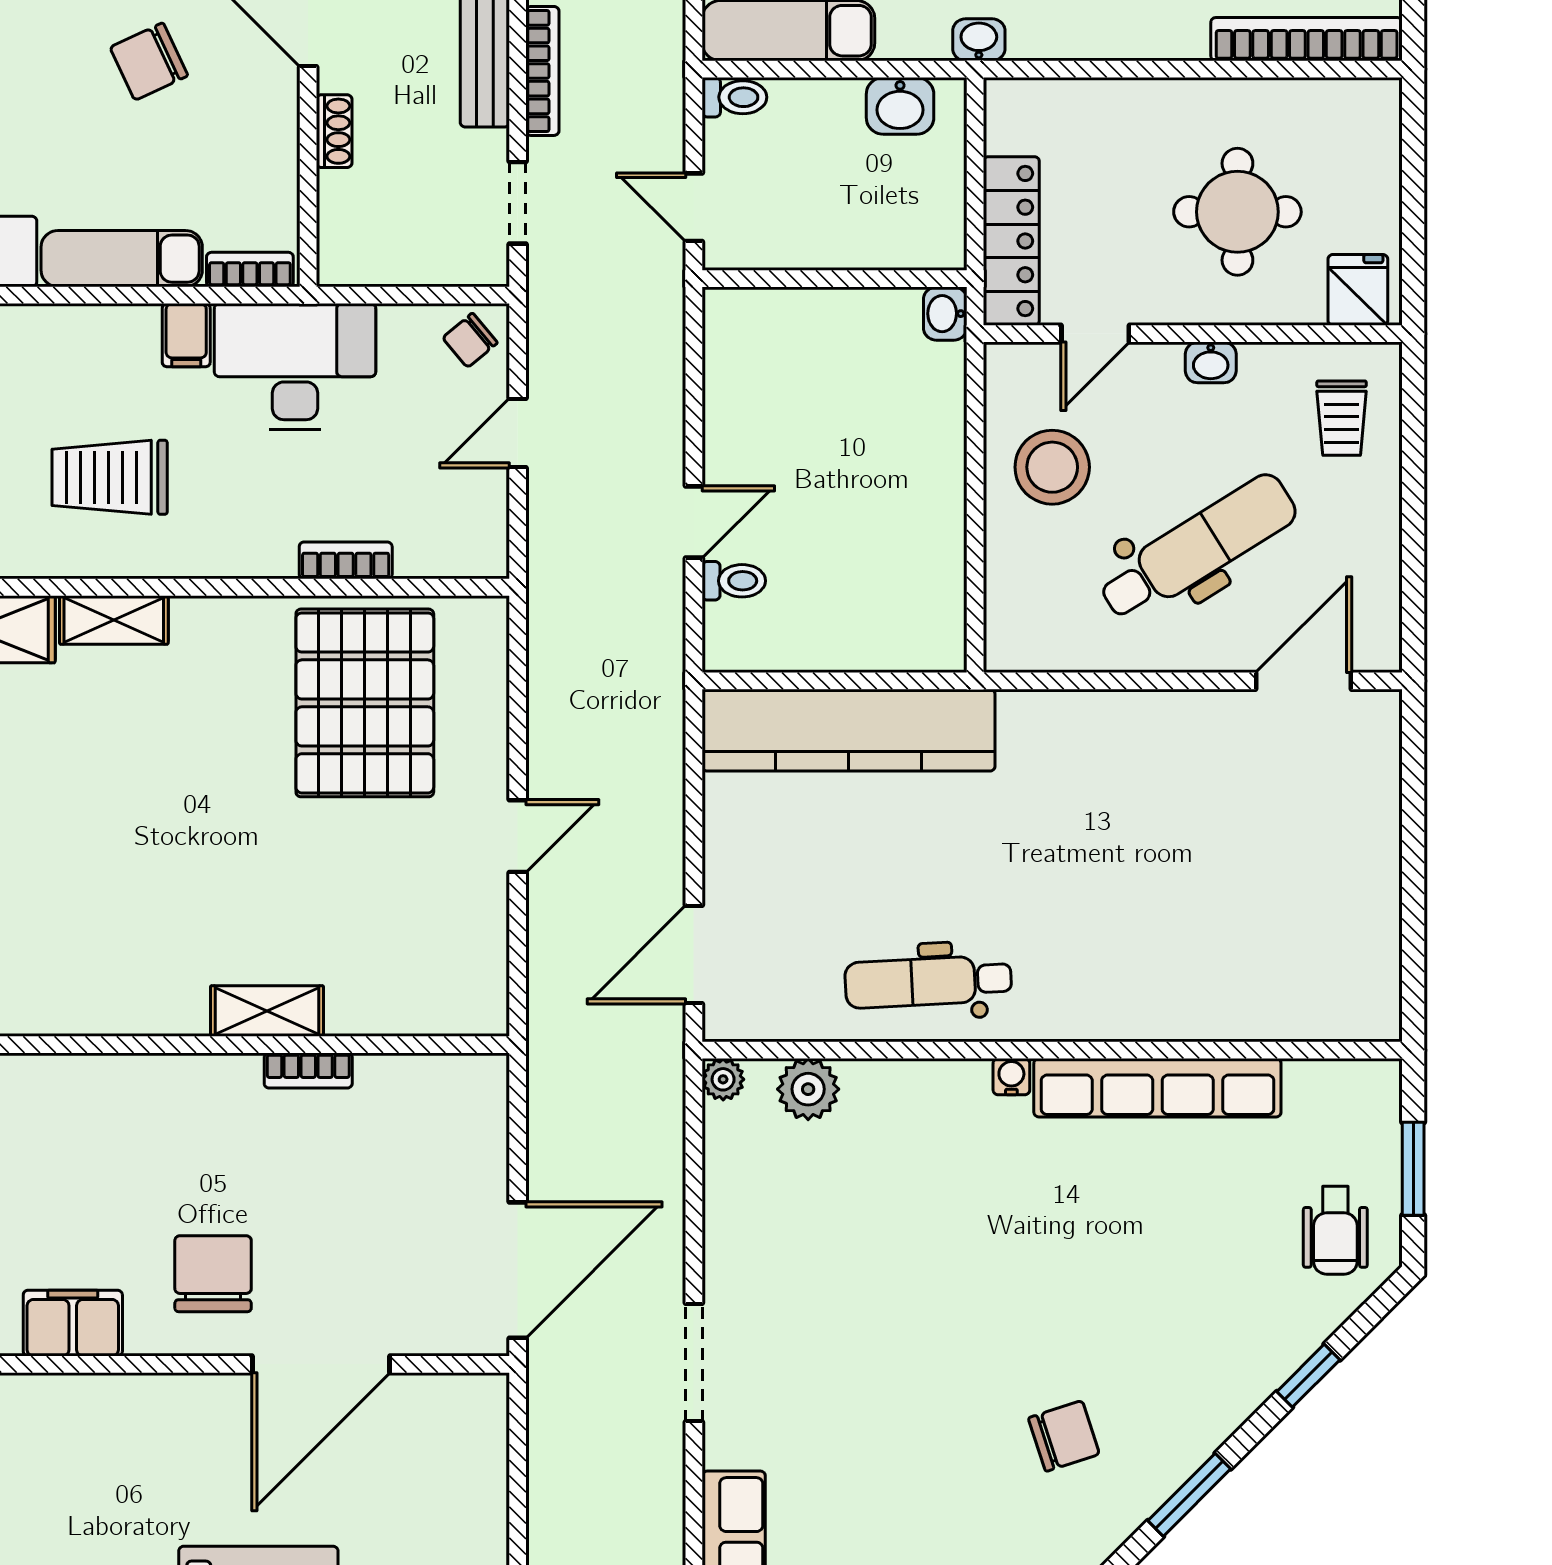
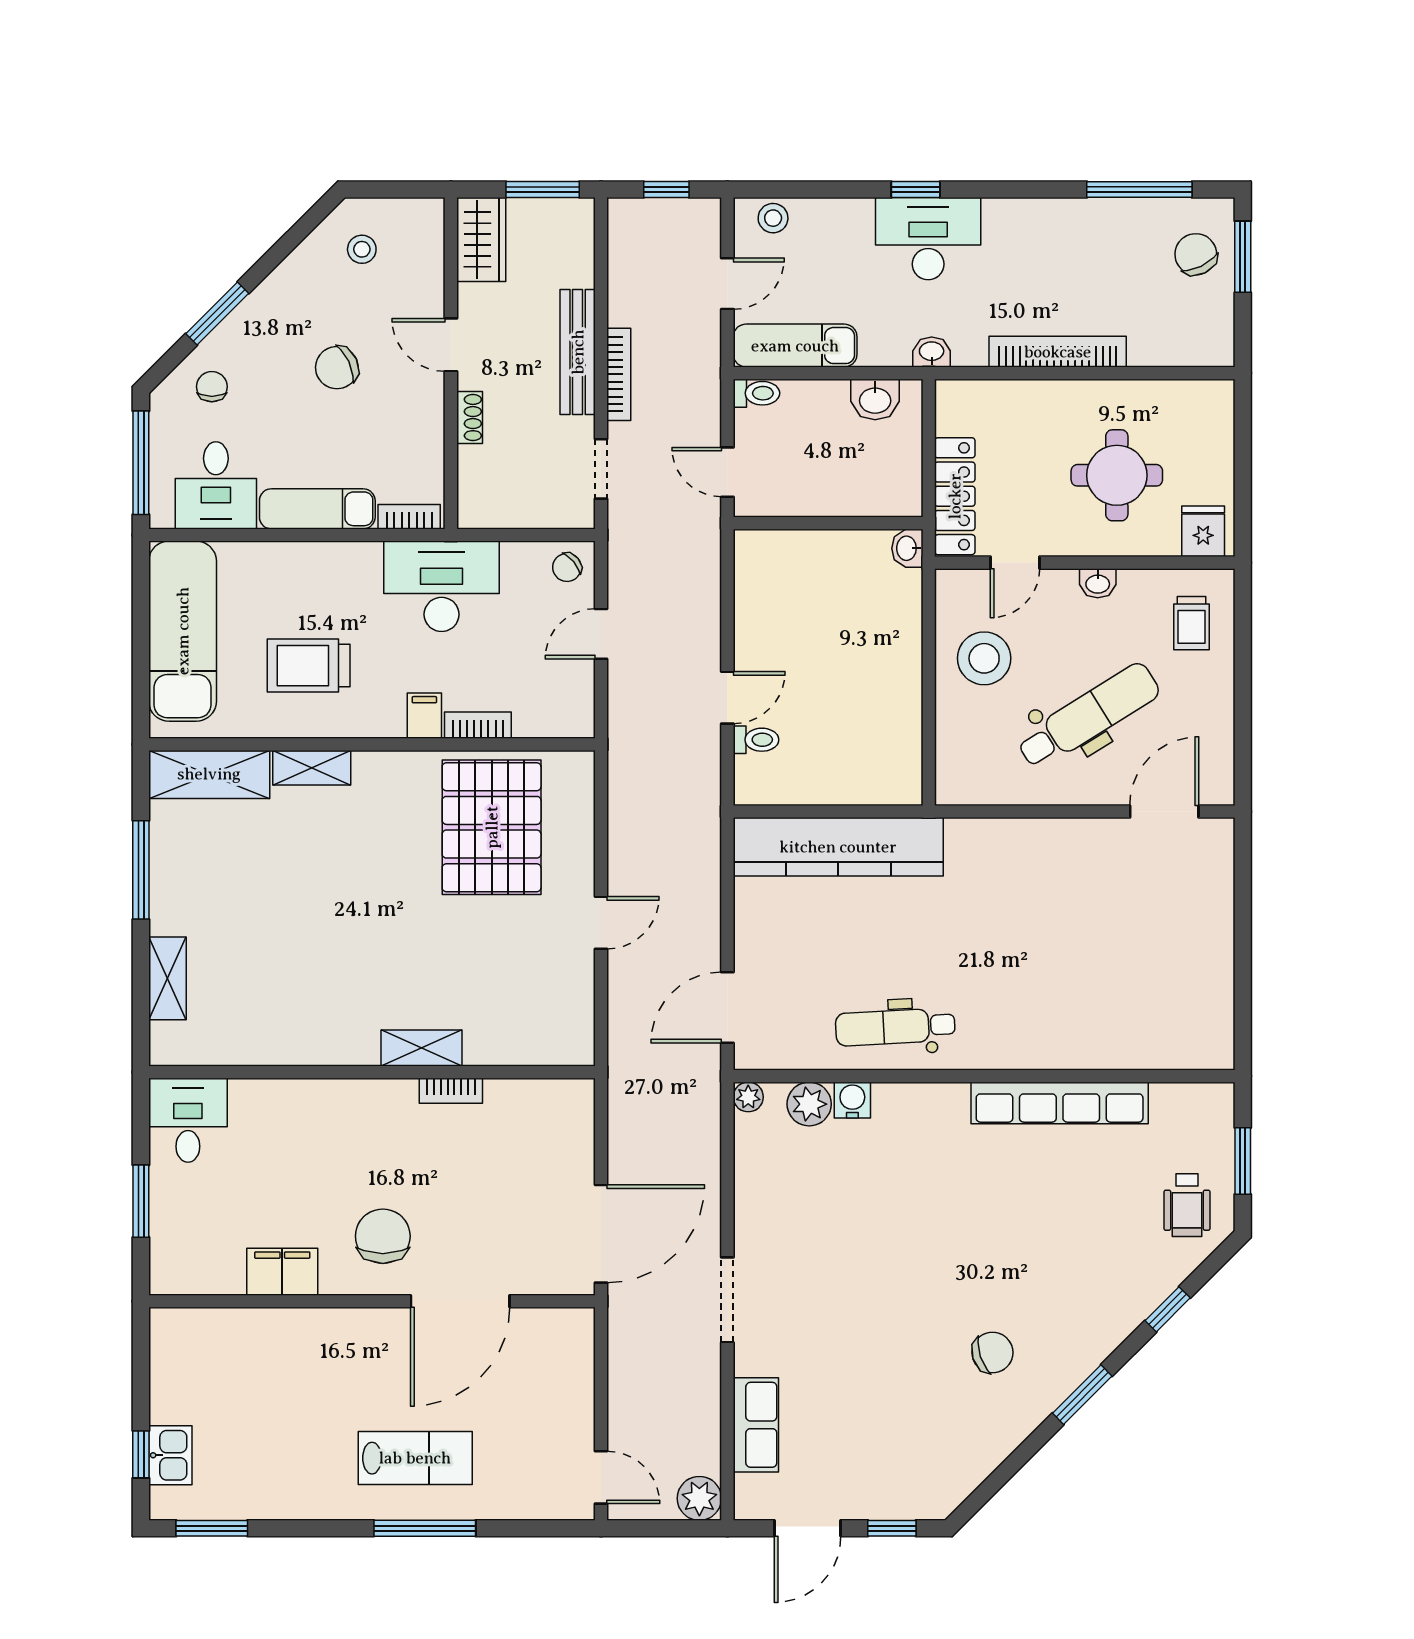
bookcase: (1307, 39) -> (1058, 352), moved
filing cabinet: (186, 335) -> (424, 716), moved, turned 180
water cooler: (1011, 1077) -> (852, 1100), moved, width x1.38, depth x1.38

